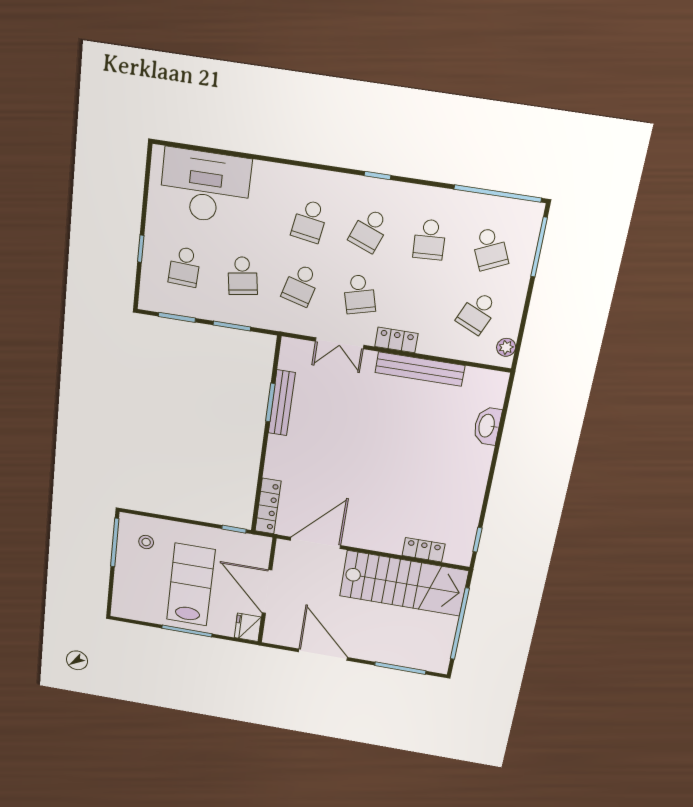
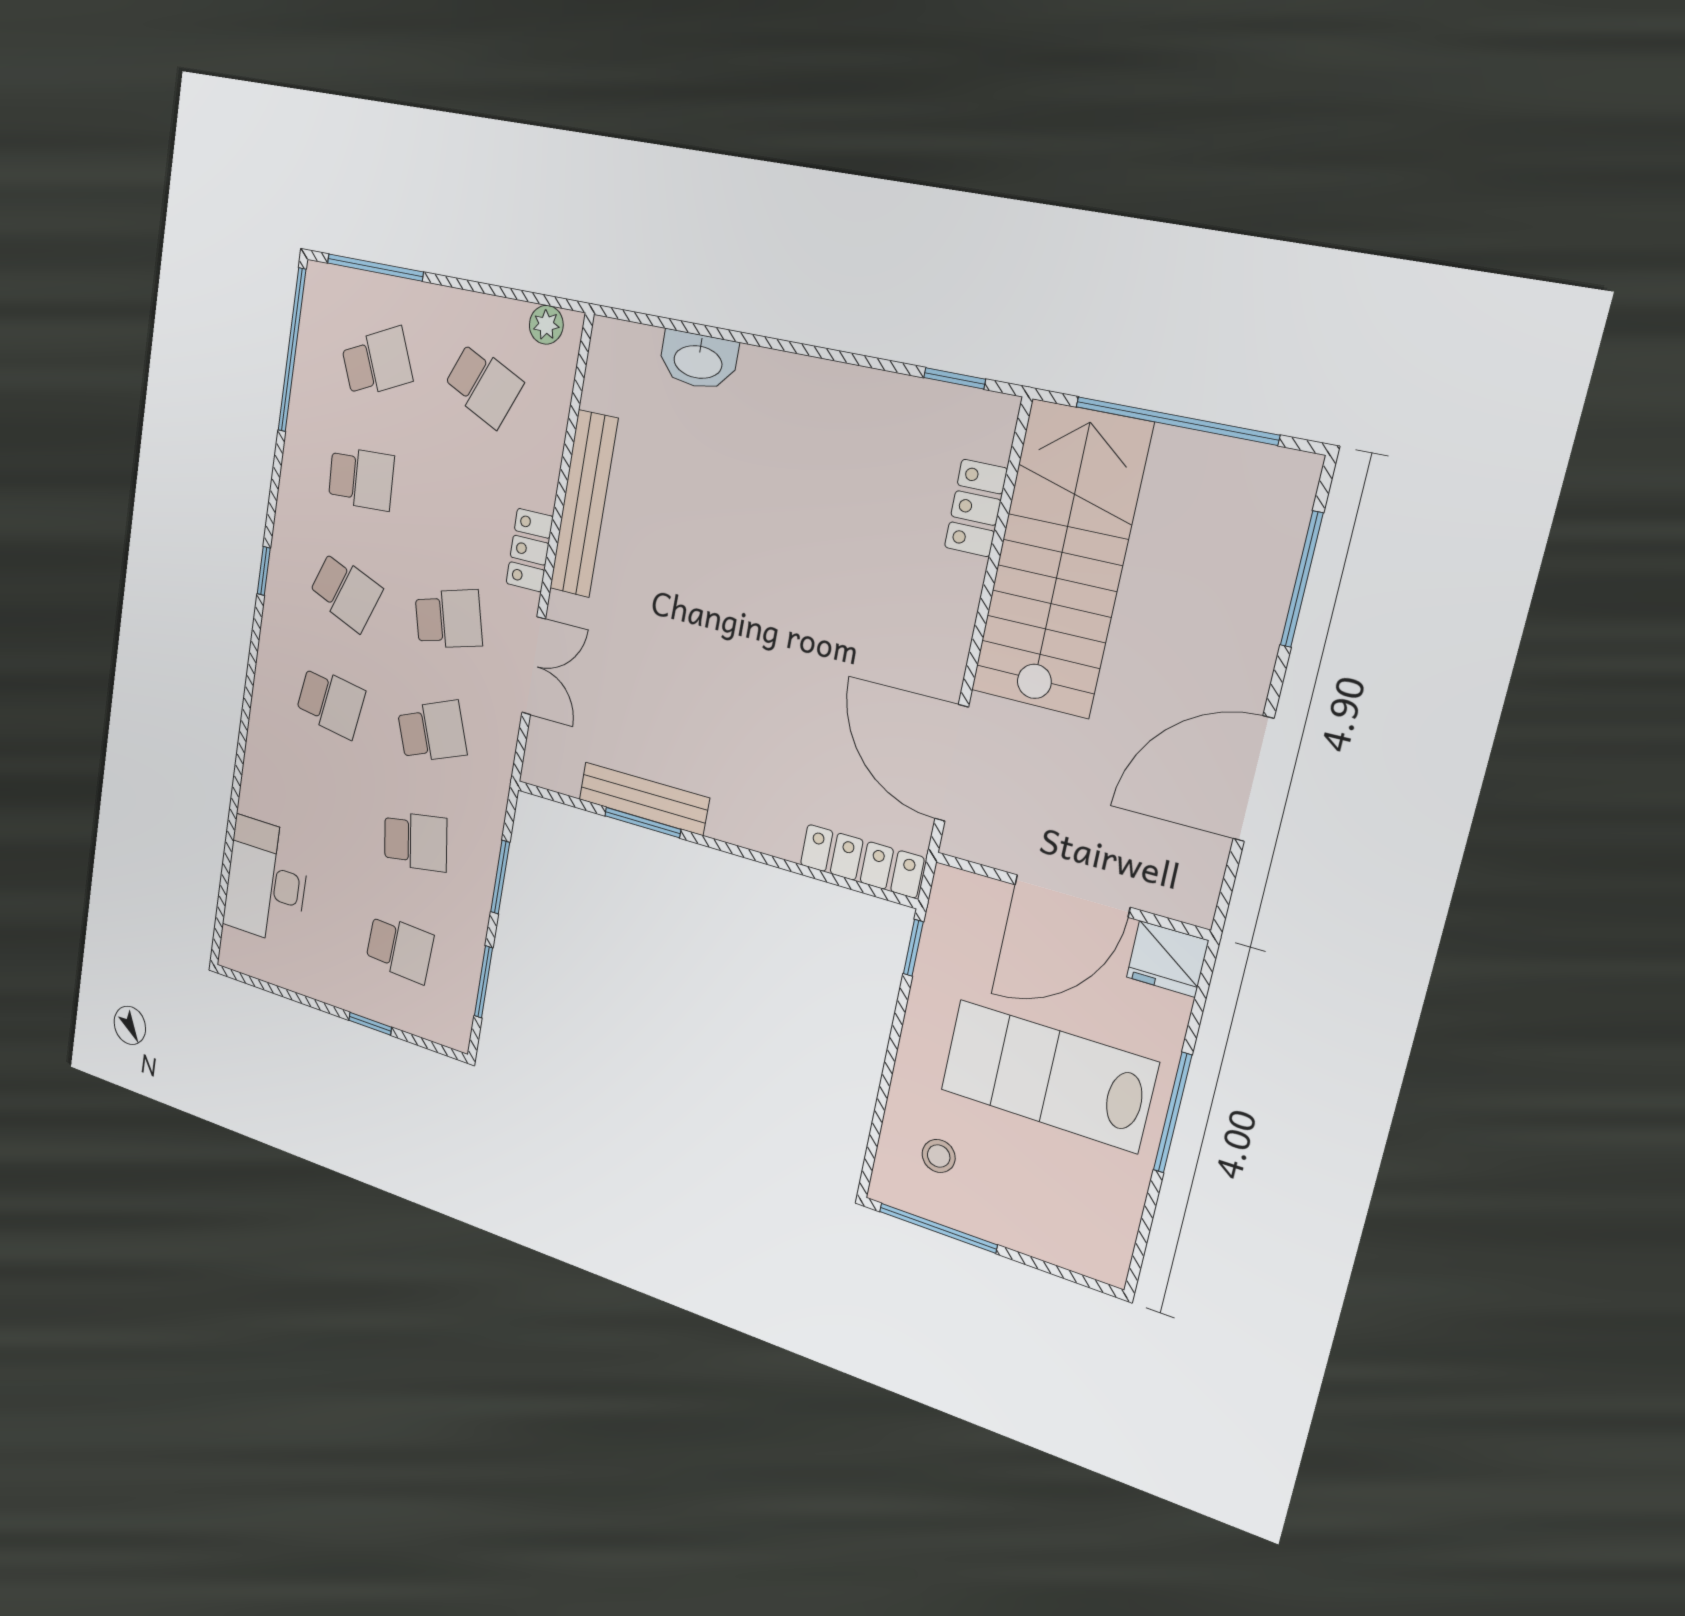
desk: (205, 186) -> (266, 881), width x0.73, depth x0.77
school desk: (301, 285) -> (432, 732), turned -36

